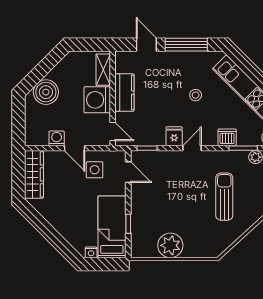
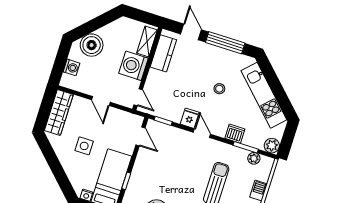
kitchen counter: (124, 93) -> (163, 53), moved
washing machine: (57, 138) -> (71, 67), moved, turned 90
door: (192, 148) -> (202, 133), hinge flipped
side table: (95, 170) -> (84, 146), moved

